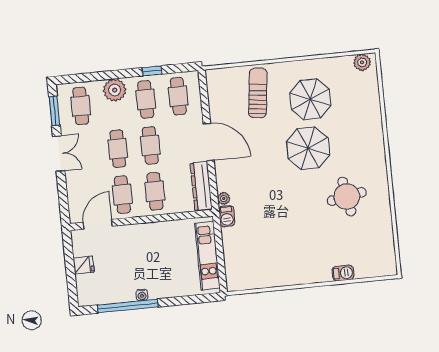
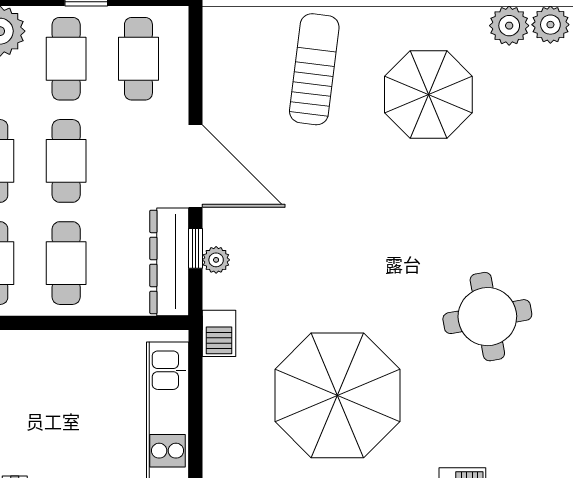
plant: (344, 65) -> (509, 26), added
parasol: (308, 148) -> (337, 395), moved, width x1.36, depth x1.36
window: (212, 179) -> (195, 248), added
plant: (224, 198) -> (216, 260), moved

